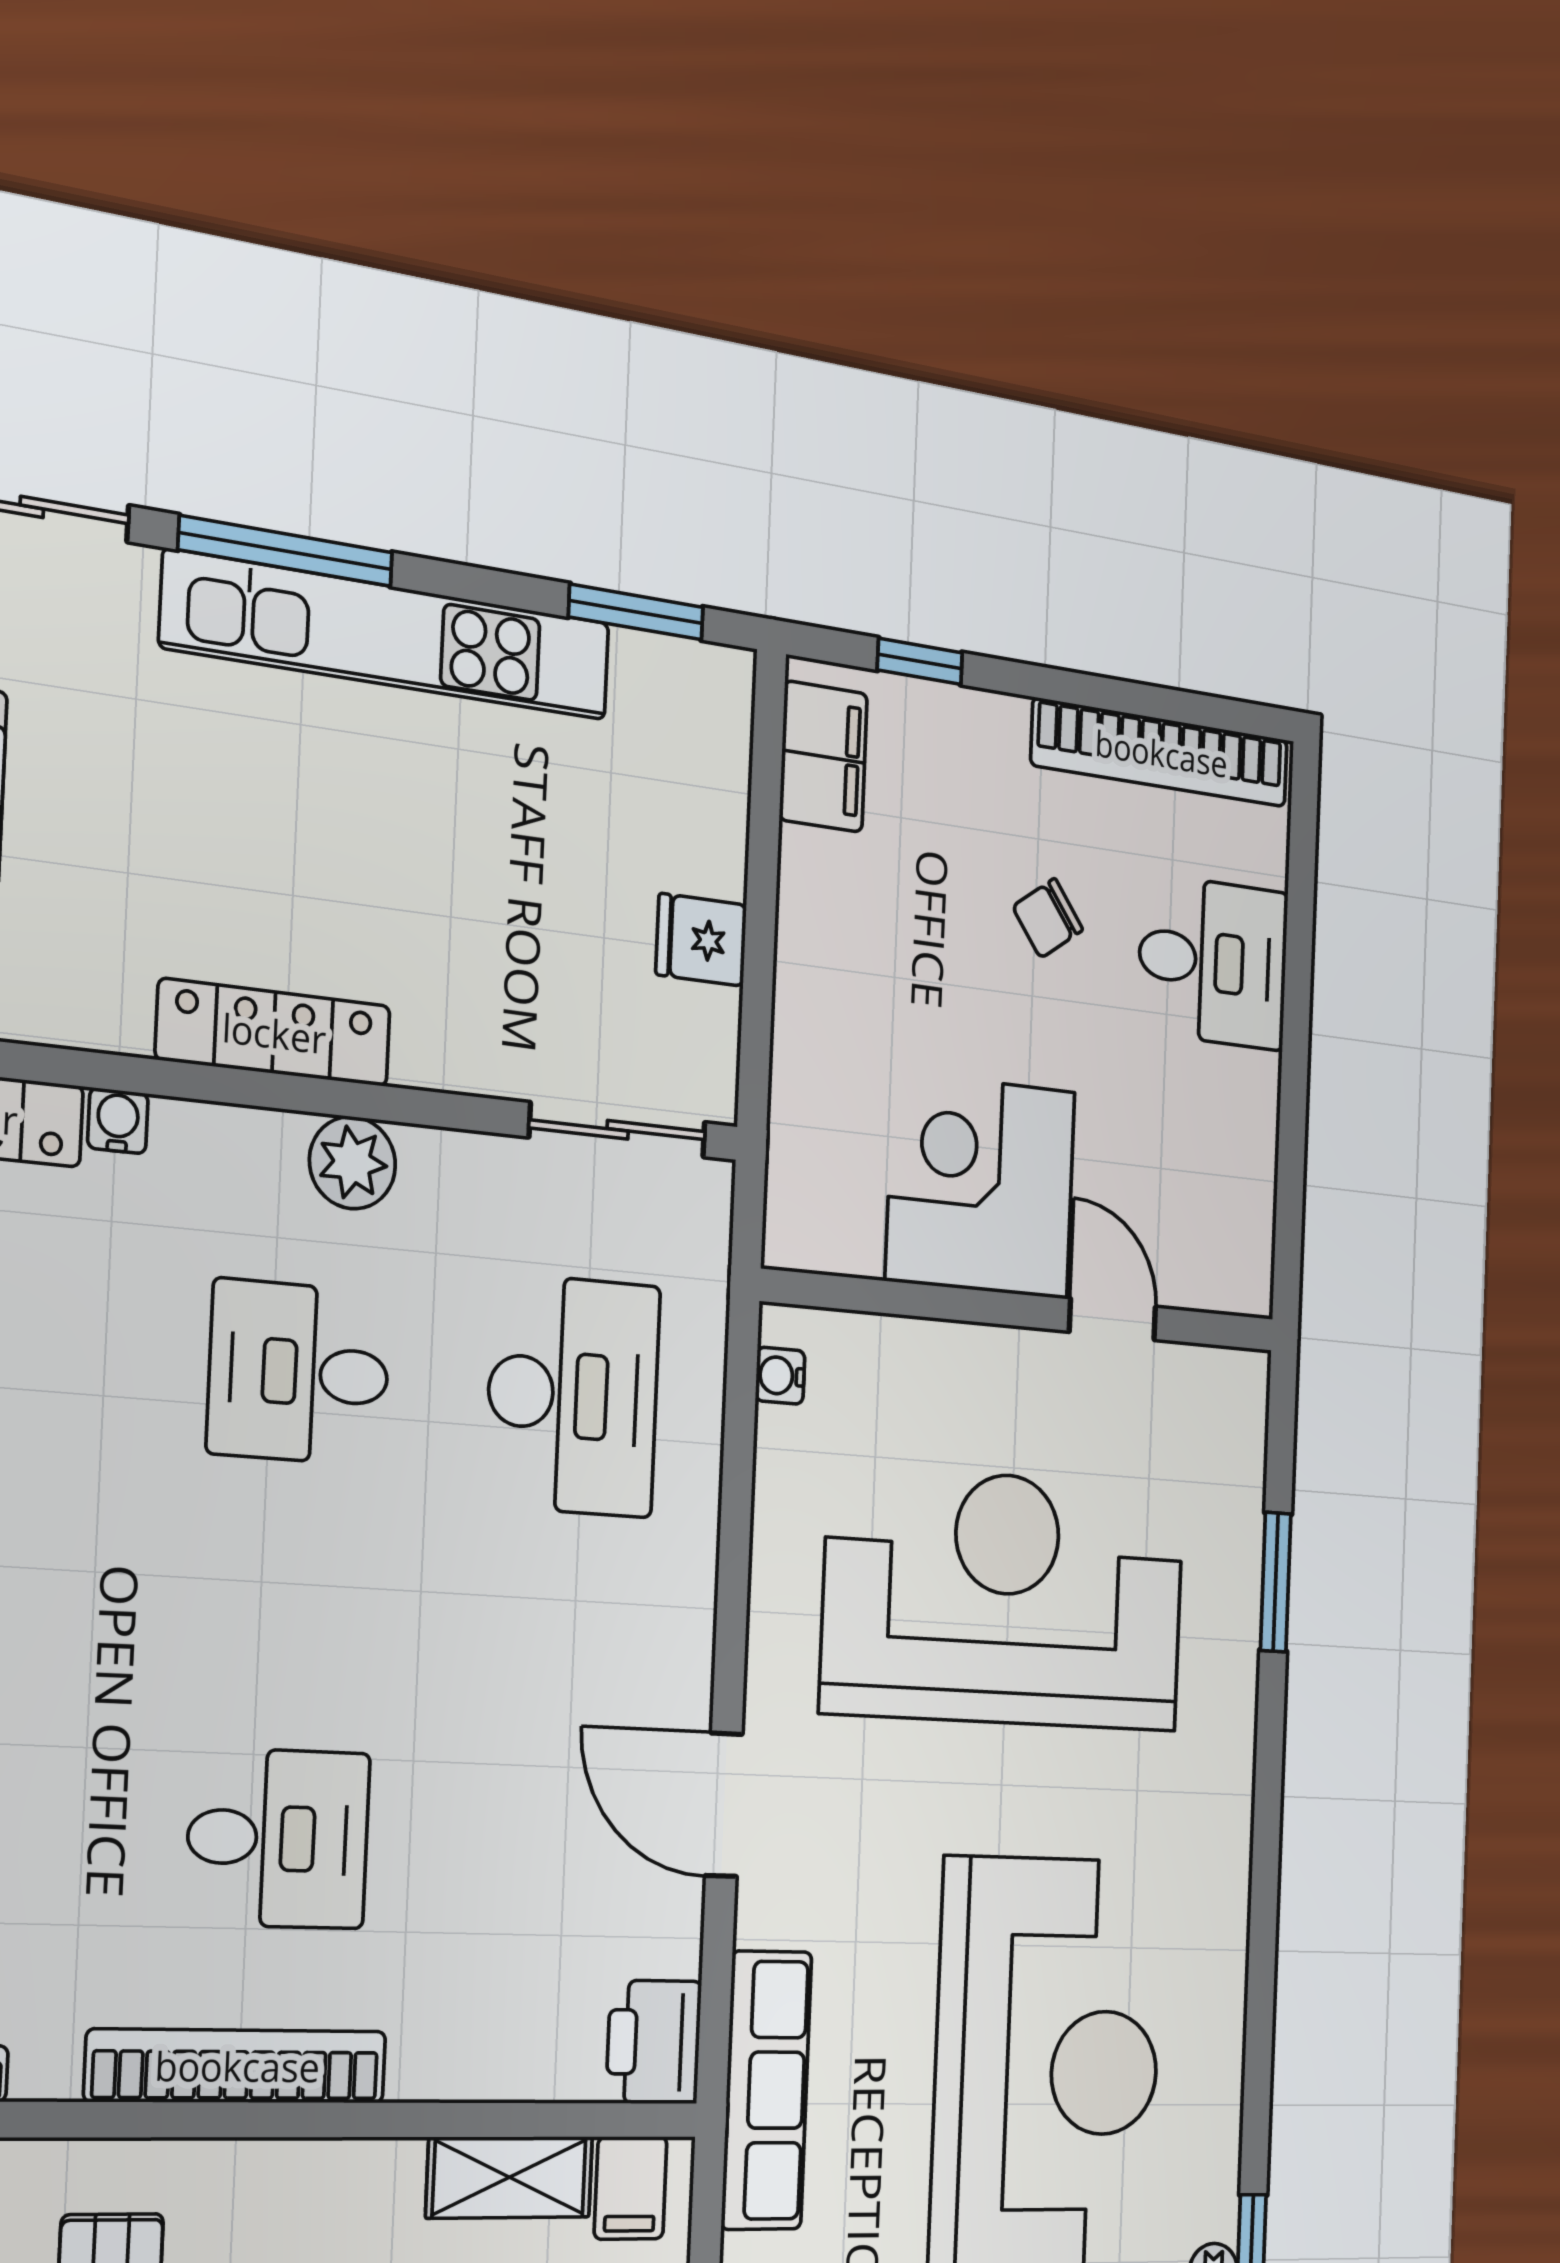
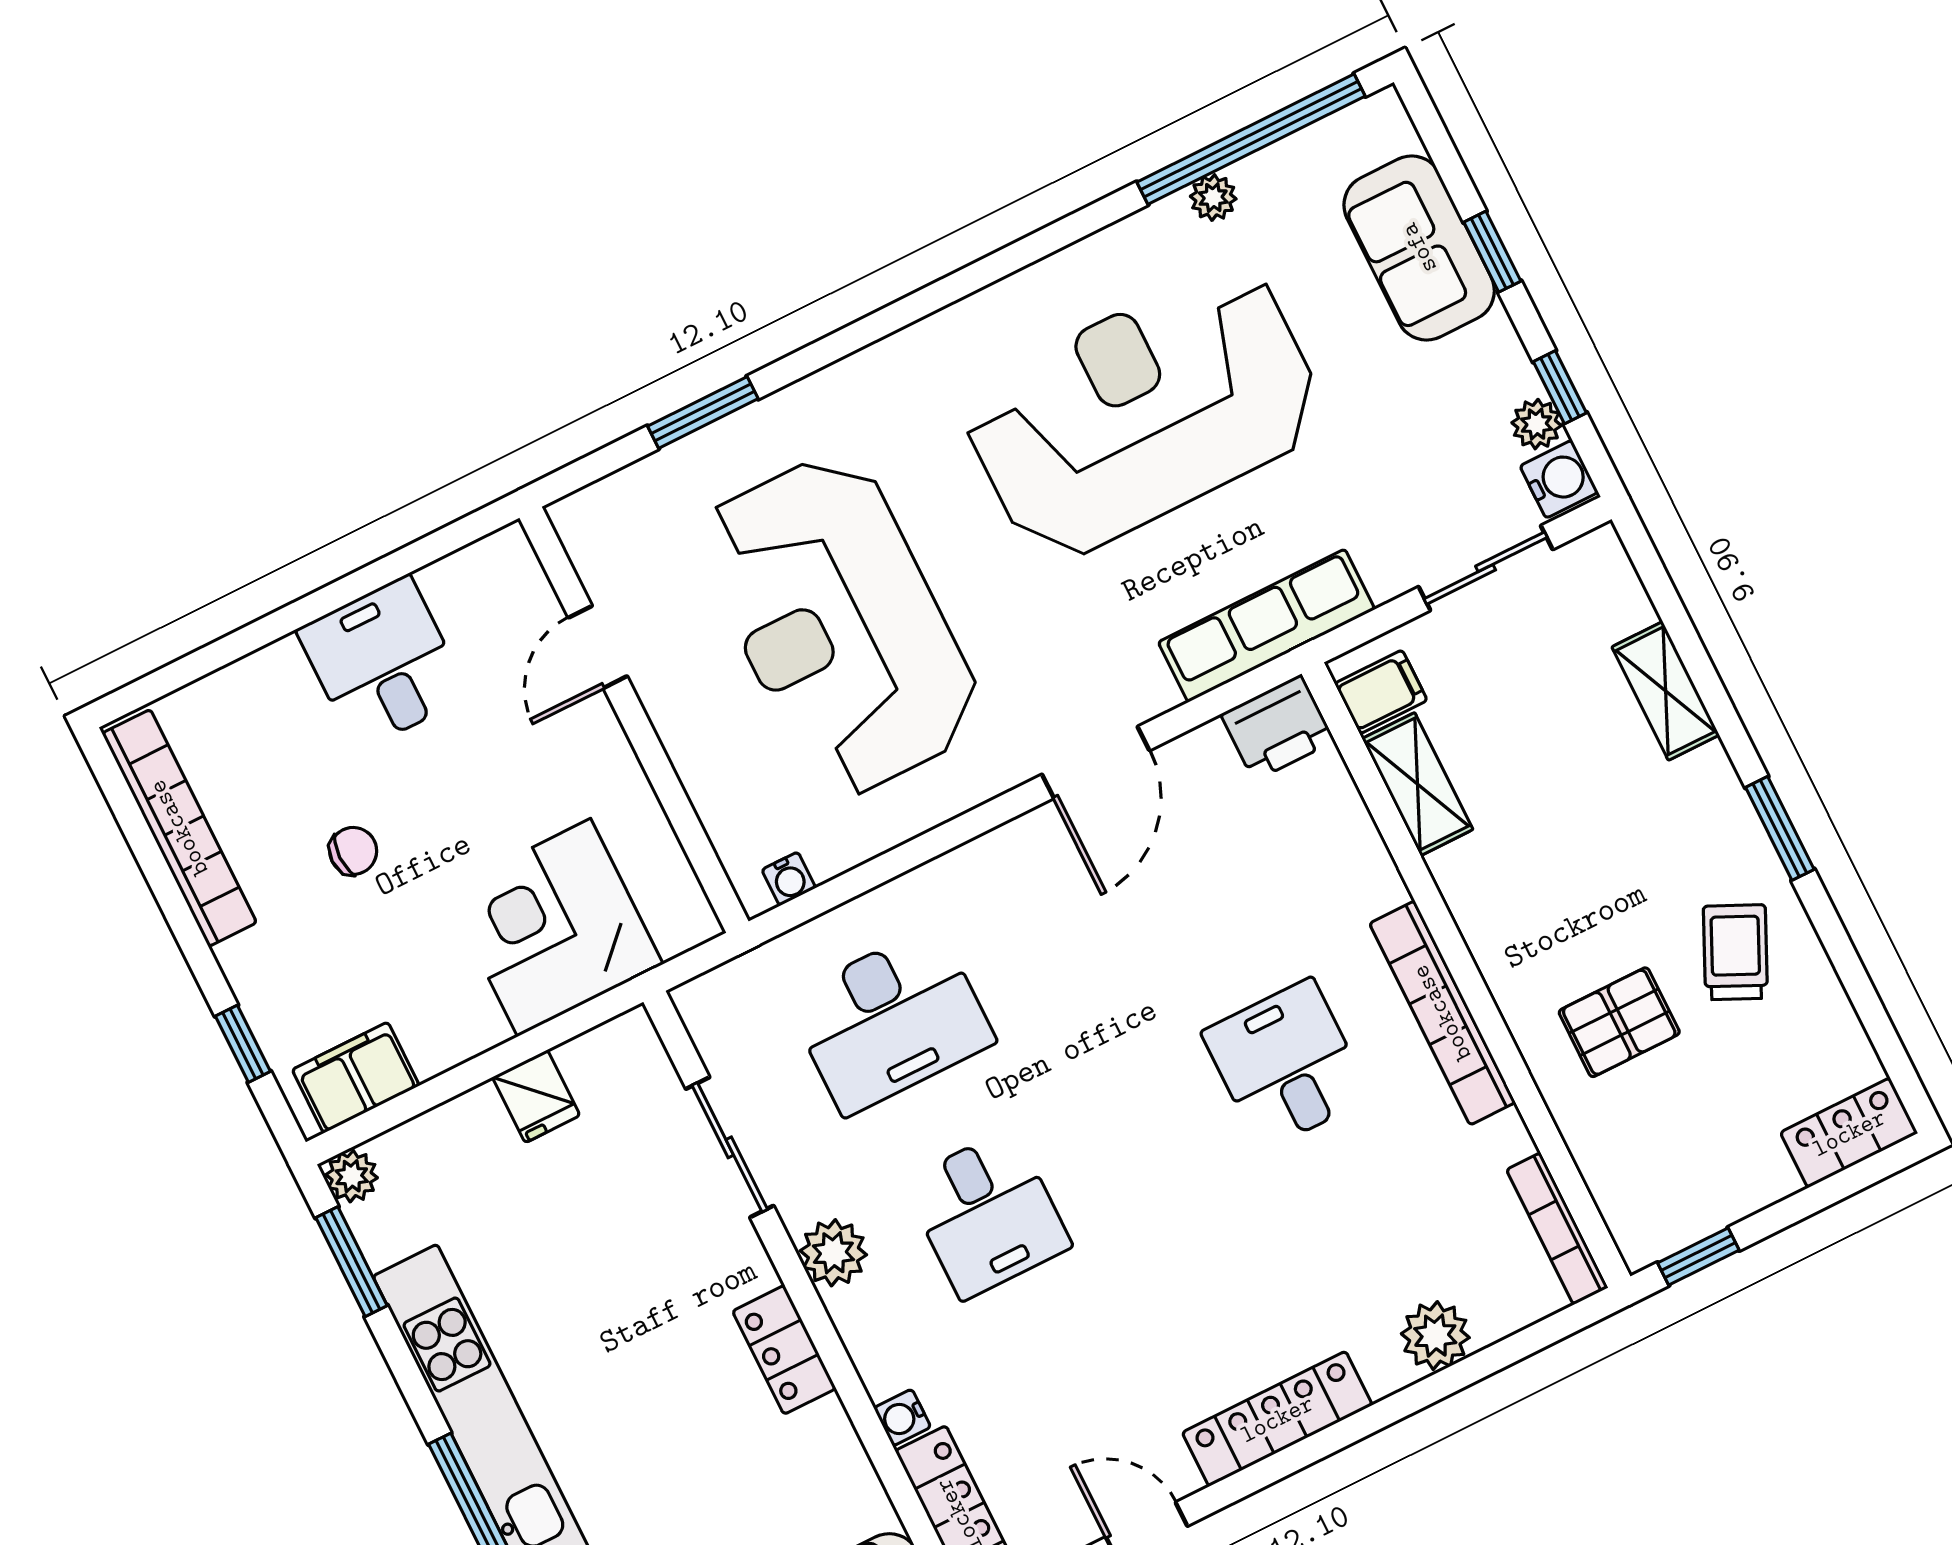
plant: (725, 678) -> (352, 1176), added
chair: (1048, 918) -> (353, 851), turned -54
desk: (1213, 962) -> (383, 663), moved
locker: (274, 1033) -> (784, 1350), width x0.66
sliding door: (618, 1130) -> (730, 1147), moved
corner desk: (981, 1186) -> (554, 928), moved, turned 90
desk: (573, 1395) -> (891, 1020), turned 180

